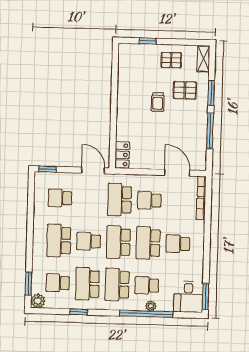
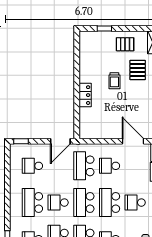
pallet: (185, 90) -> (138, 70), turned 90
locker: (122, 155) -> (85, 95), moved
door: (93, 170) -> (60, 141), swing flipped

